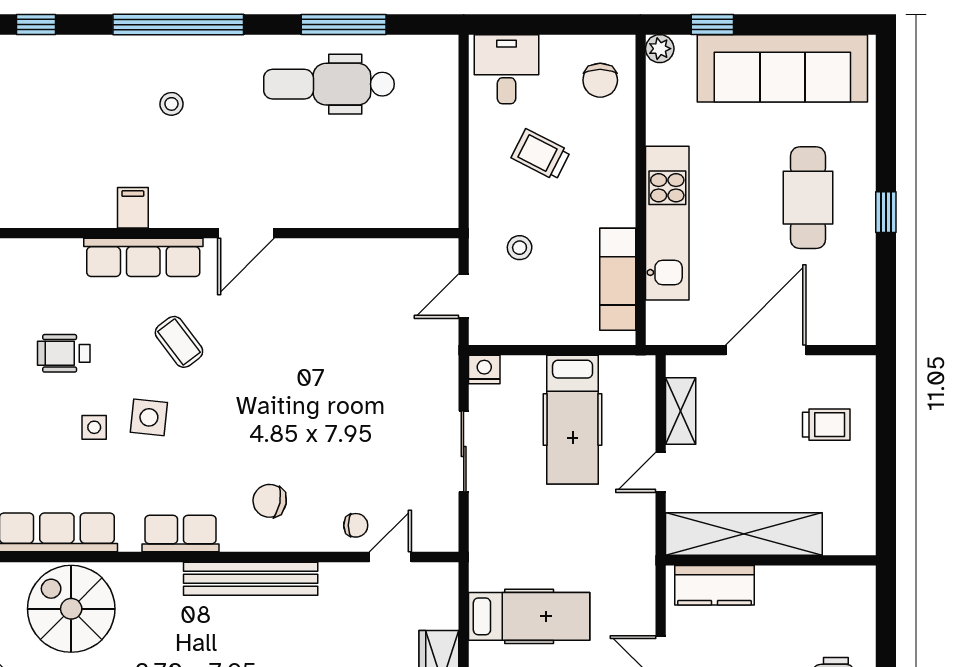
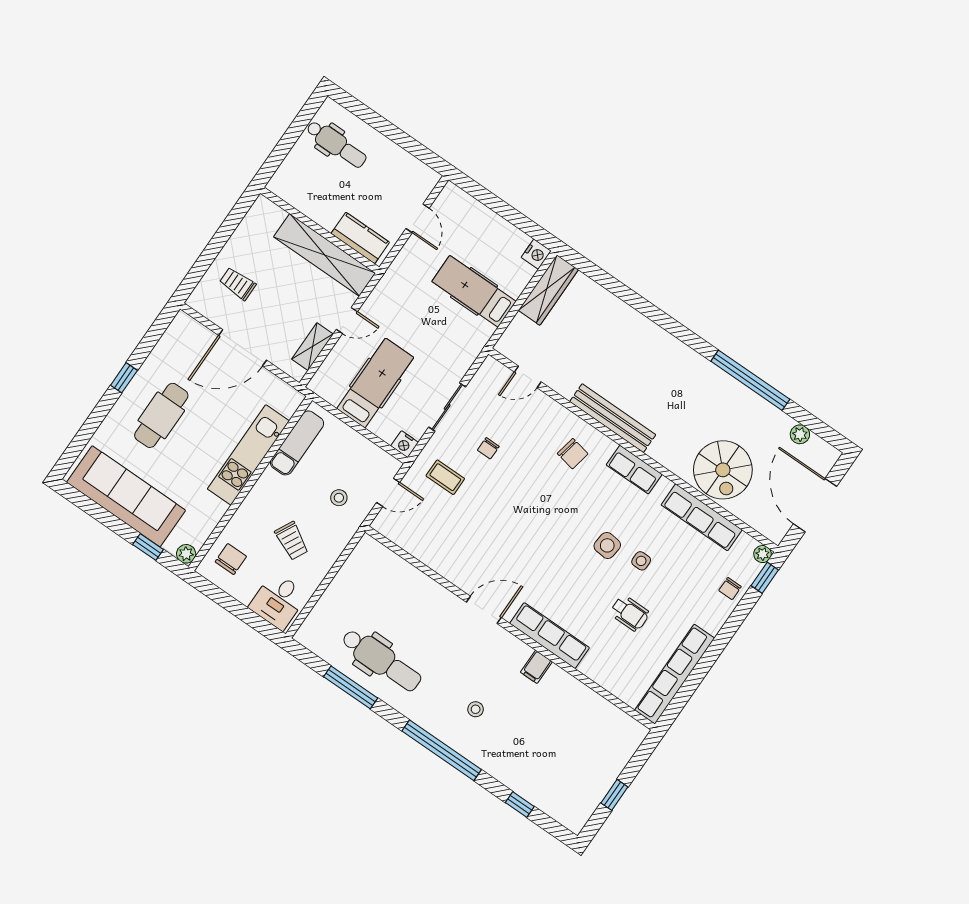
coffee table: (179, 342) -> (445, 477), moved, turned -53
chair: (356, 525) -> (488, 448), moved, turned -90

